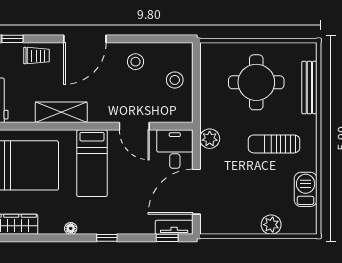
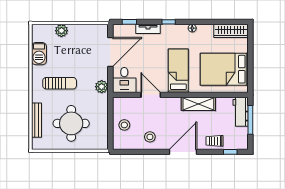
tv unit: (174, 227) -> (148, 29), moved

